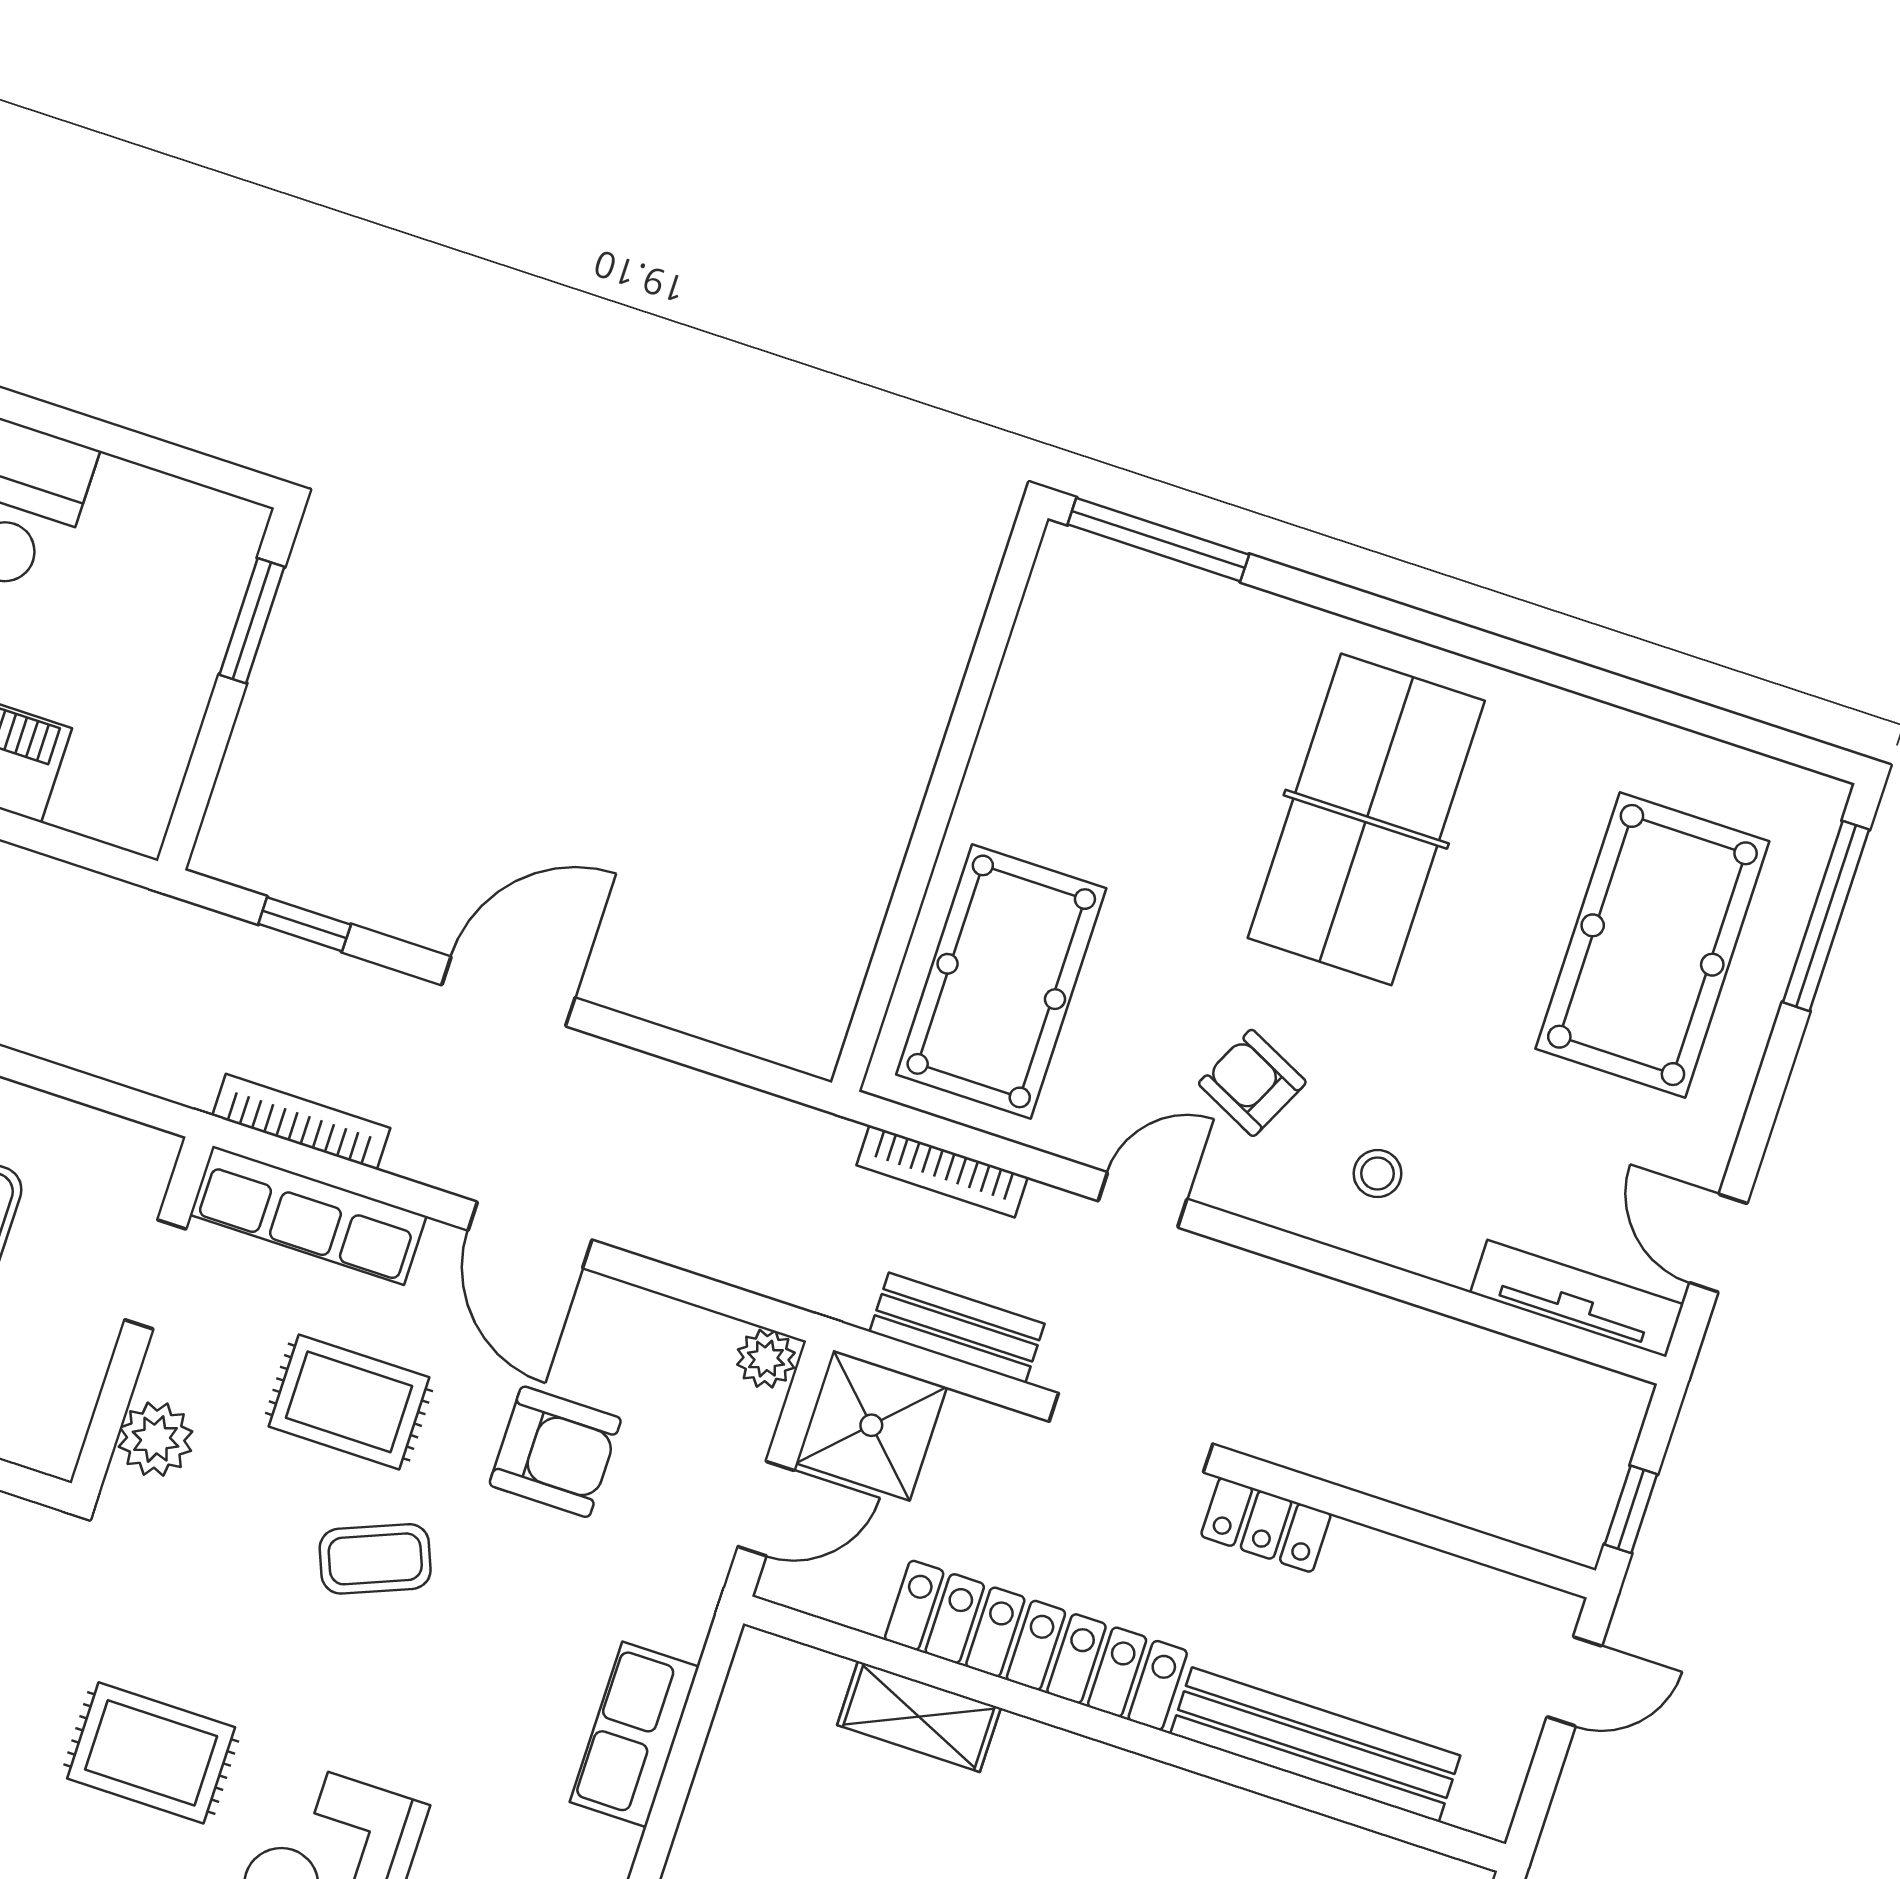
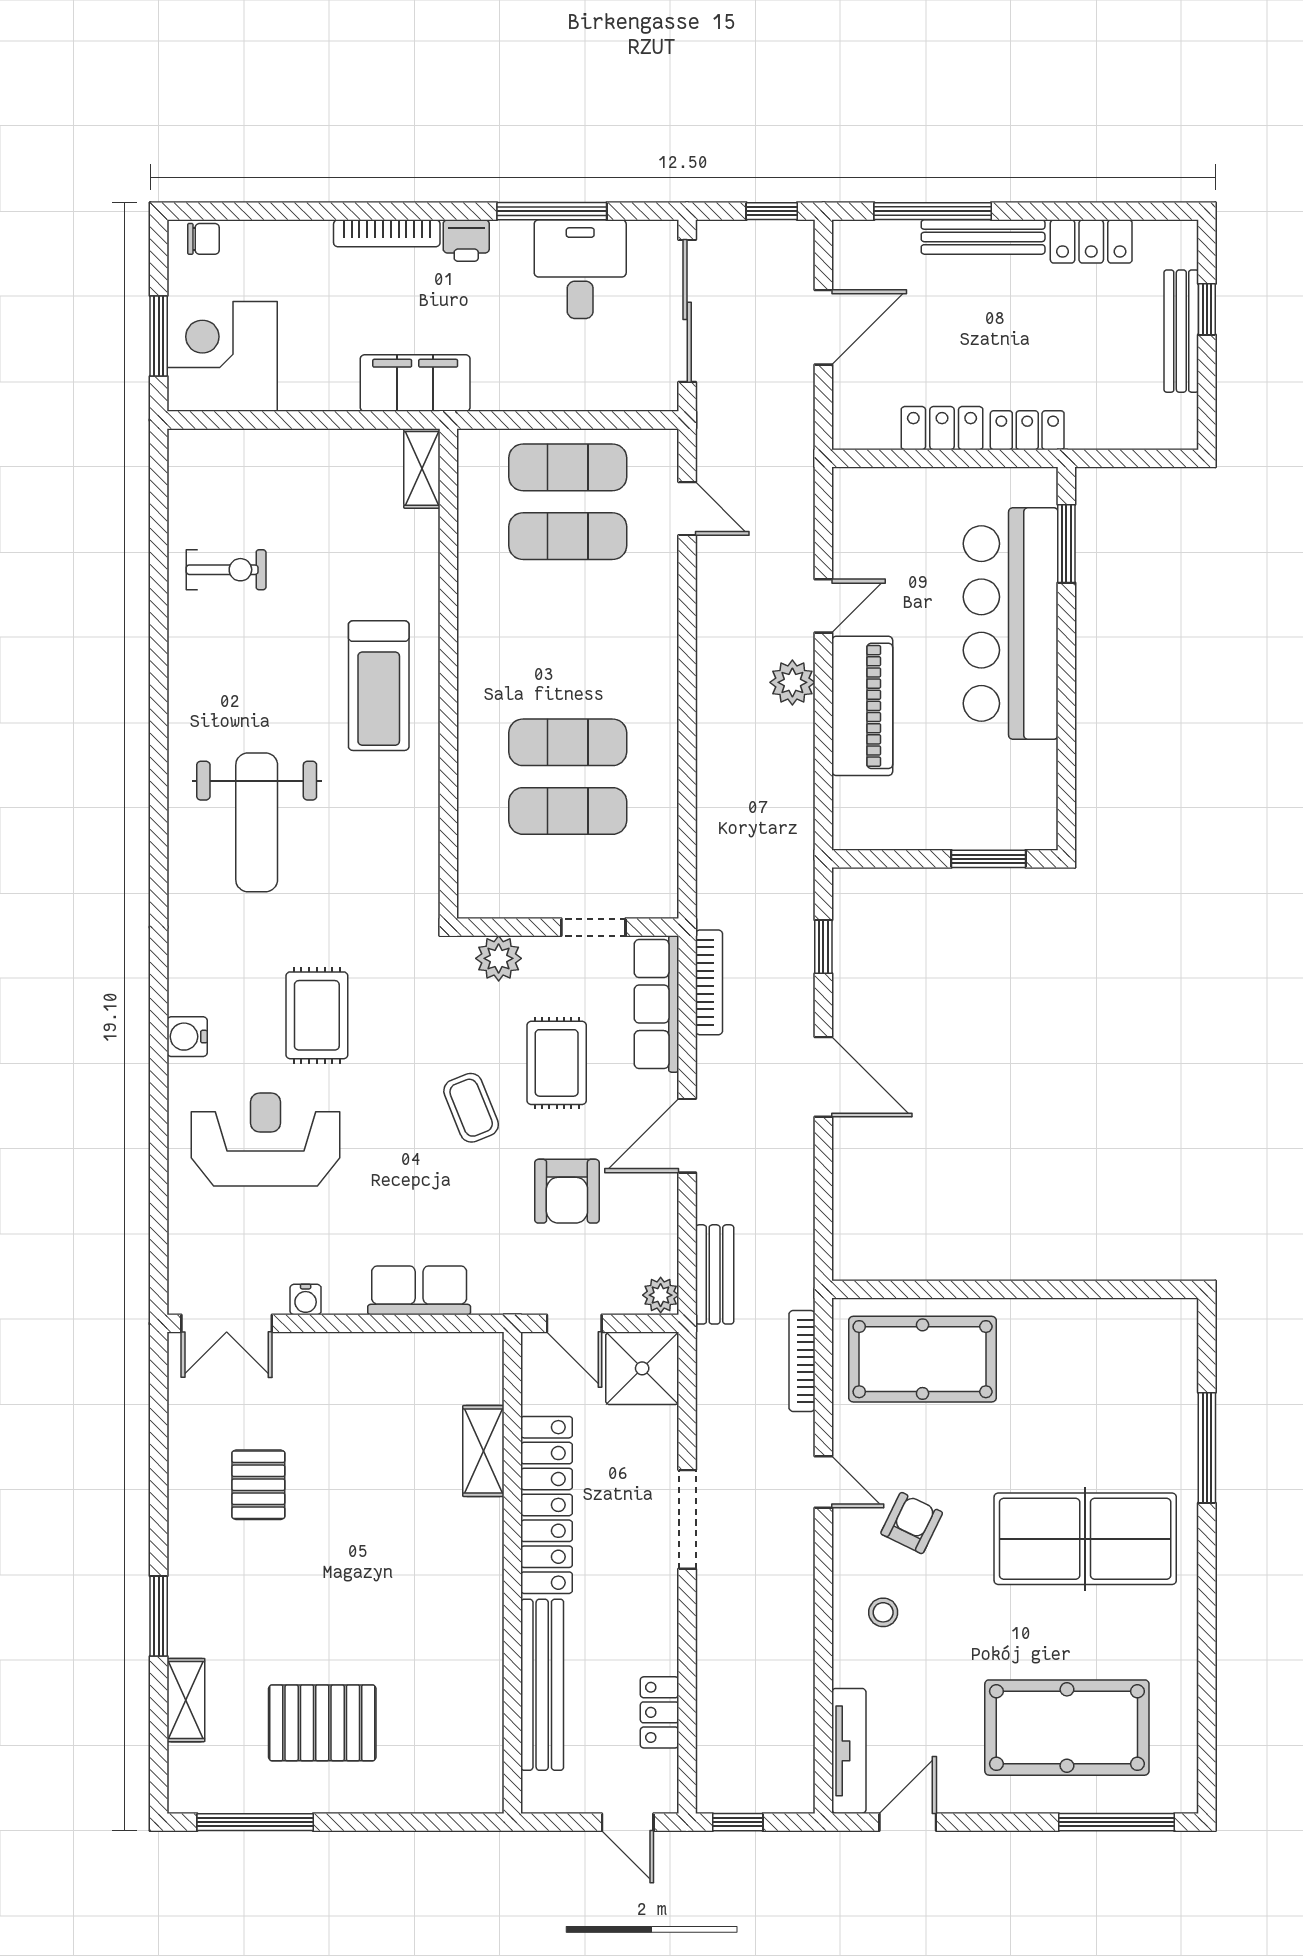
window: (1158, 540) -> (1207, 1448), moved
bench: (957, 1328) -> (715, 1274), moved
locker: (1266, 1525) -> (660, 1712), moved

